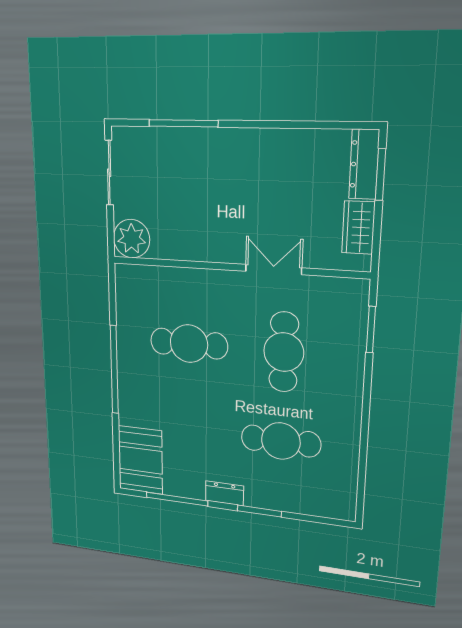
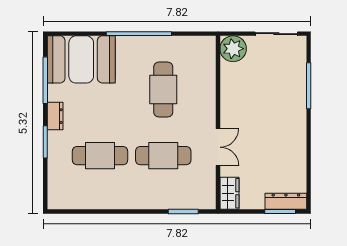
wardrobe: (358, 228) -> (229, 193), moved, turned 90
cafe table: (281, 441) -> (100, 156), turned 90
booth: (140, 460) -> (81, 59), width x1.36, depth x1.42

